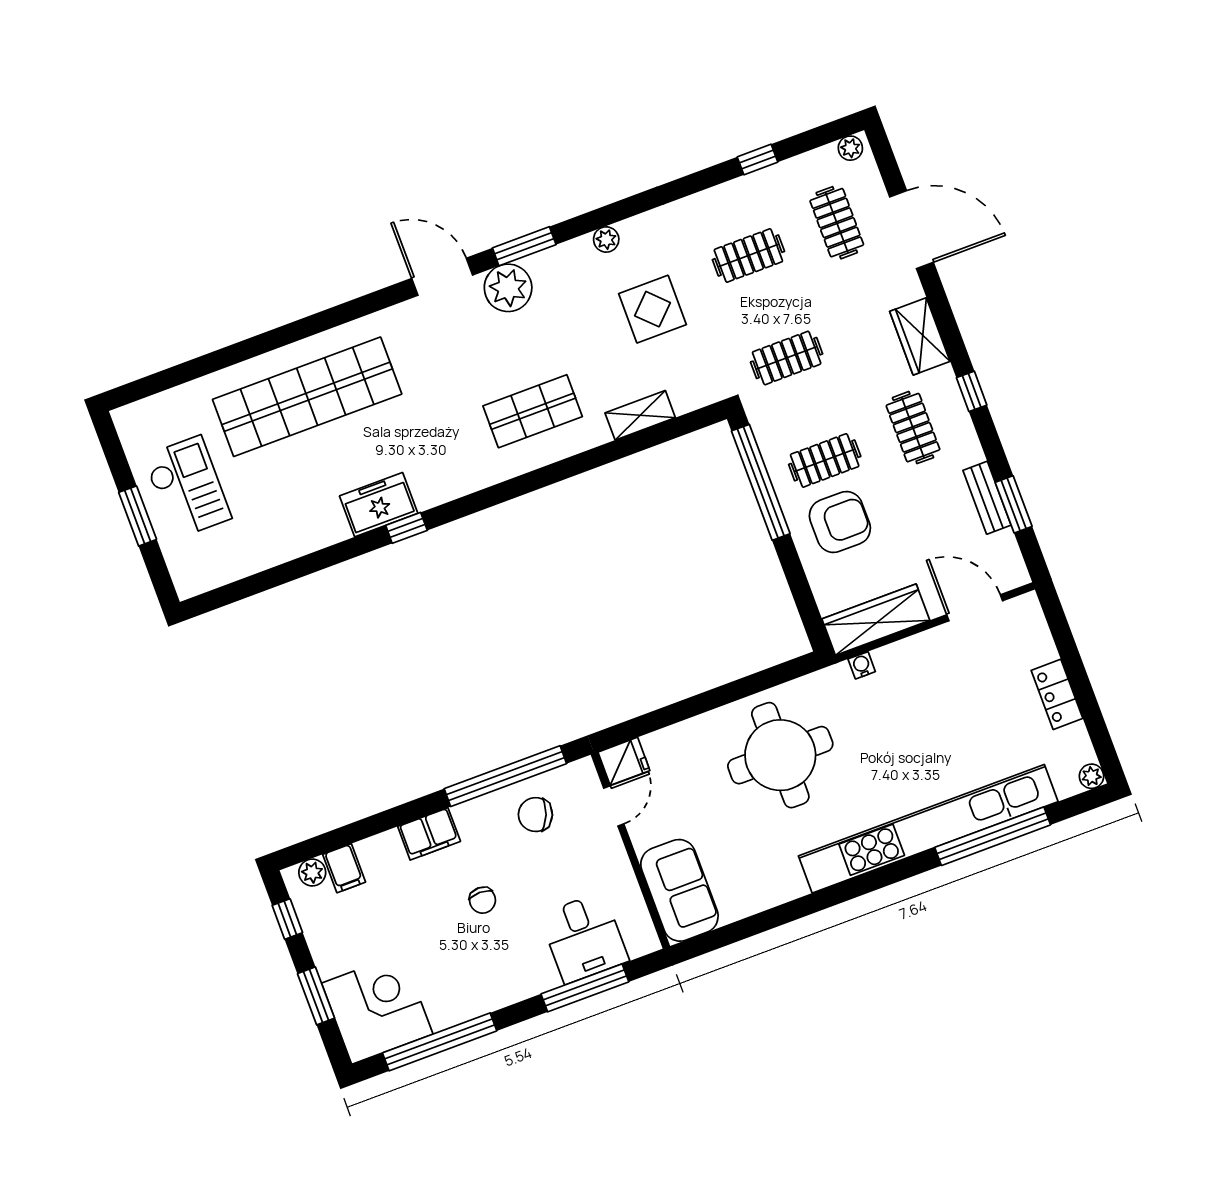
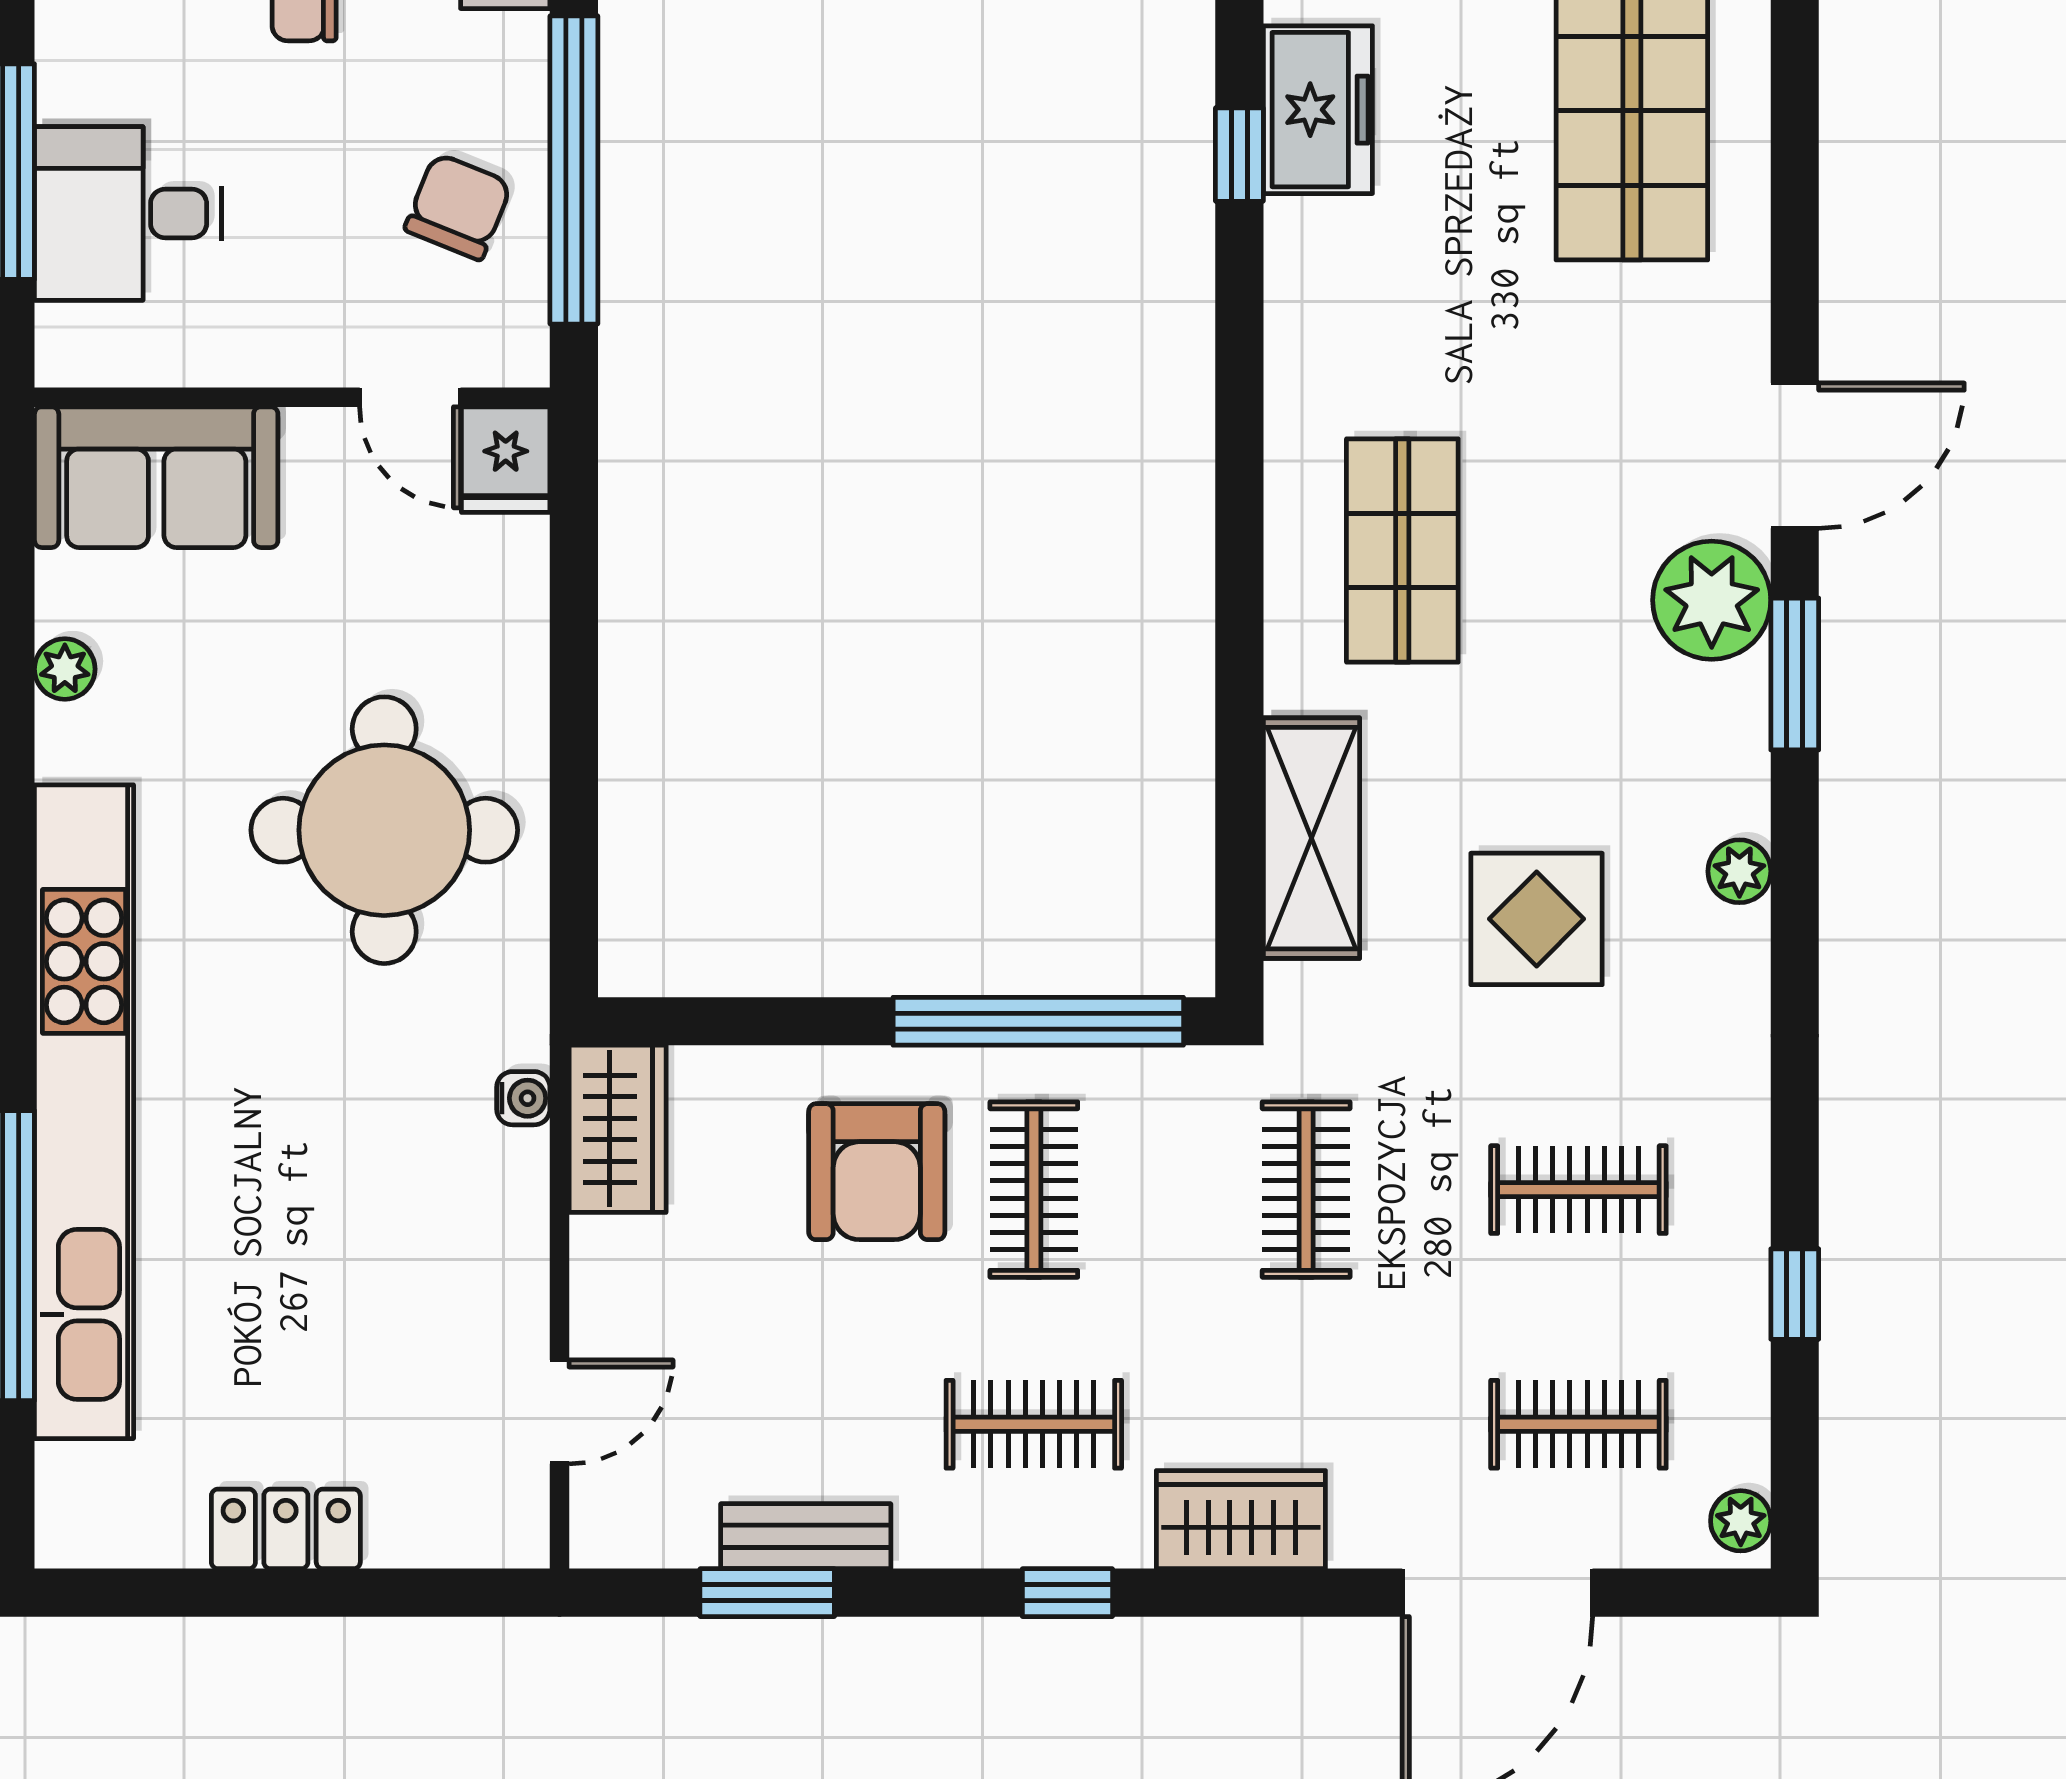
clothes rail: (748, 256) -> (1578, 1190), turned 90
shelving: (640, 415) -> (1311, 838), width x1.50, depth x1.33
door: (975, 608) -> (560, 1412), width x0.73
wardrobe: (876, 620) -> (618, 1129), width x0.67
plant: (1091, 776) -> (65, 669), moved

